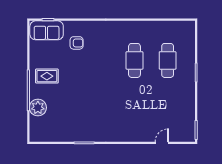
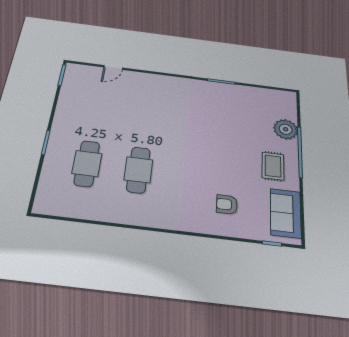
sofa: (47, 30) -> (286, 213), moved, turned -90
rug: (47, 76) -> (273, 166), turned 90

